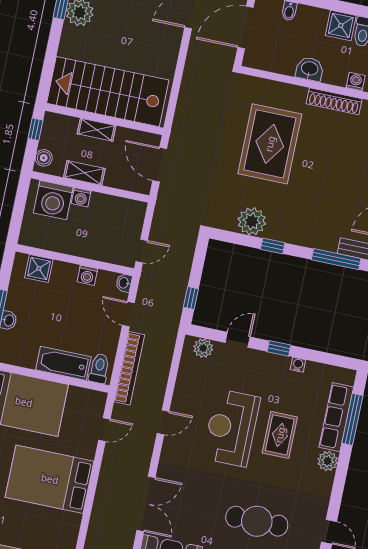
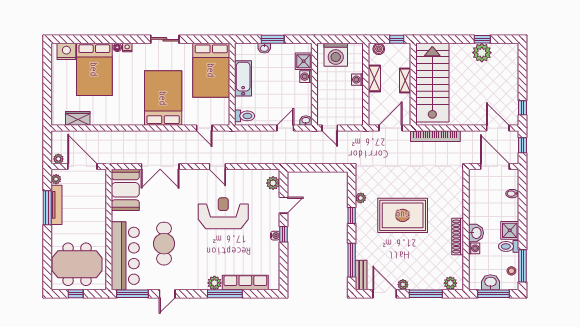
washbasin: (310, 69) -> (476, 233), moved
rug: (270, 144) -> (403, 215), moved
washing machine: (53, 200) -> (336, 55), moved, turned -90
plant: (252, 221) -> (361, 198), width x0.53, depth x0.53
washing machine: (87, 275) -> (306, 77), moved
window: (191, 298) -> (305, 168), removed
door: (238, 340) -> (284, 205), hinge flipped
bathtub: (63, 363) -> (243, 78), moved
water cooler: (298, 365) -> (275, 236), moved
bookcase: (129, 368) -> (435, 136), moved
window: (352, 419) -> (225, 294), moved
rug: (280, 435) -> (225, 247), removed

